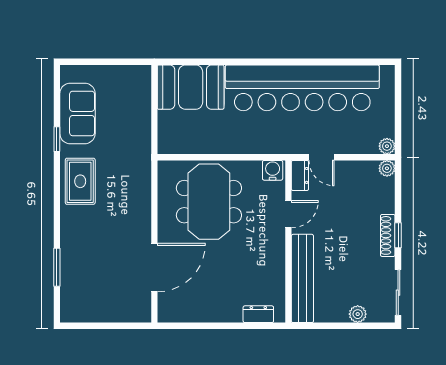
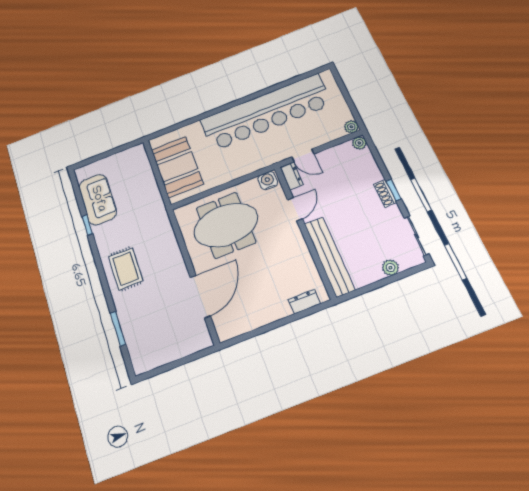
booth: (191, 87) -> (177, 167), moved, turned 90
rug: (80, 181) -> (126, 269), moved
meeting table: (209, 202) -> (226, 225), turned 90
shoe rack: (388, 235) -> (385, 193), width x0.70

